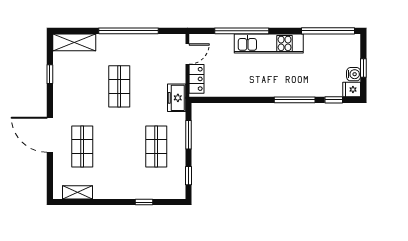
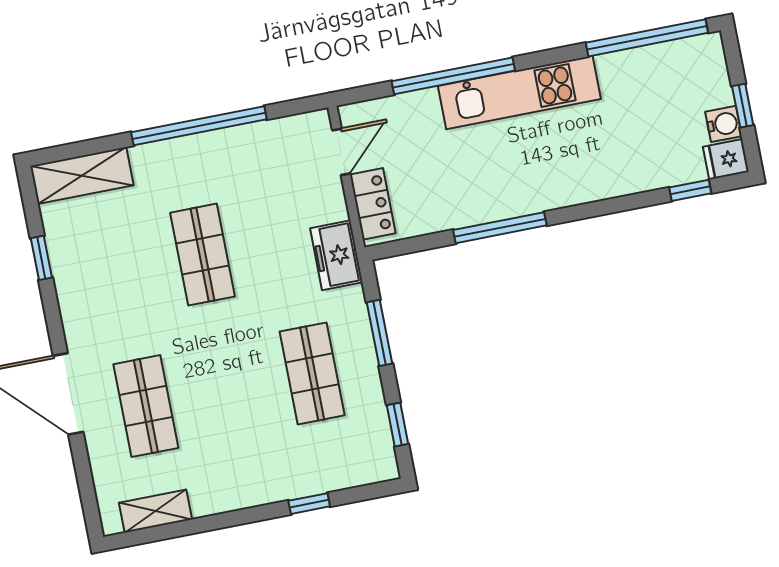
window: (295, 100) -> (500, 228), moved

